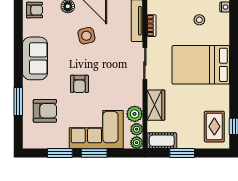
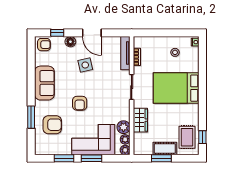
cot: (162, 141) -> (165, 148), moved

